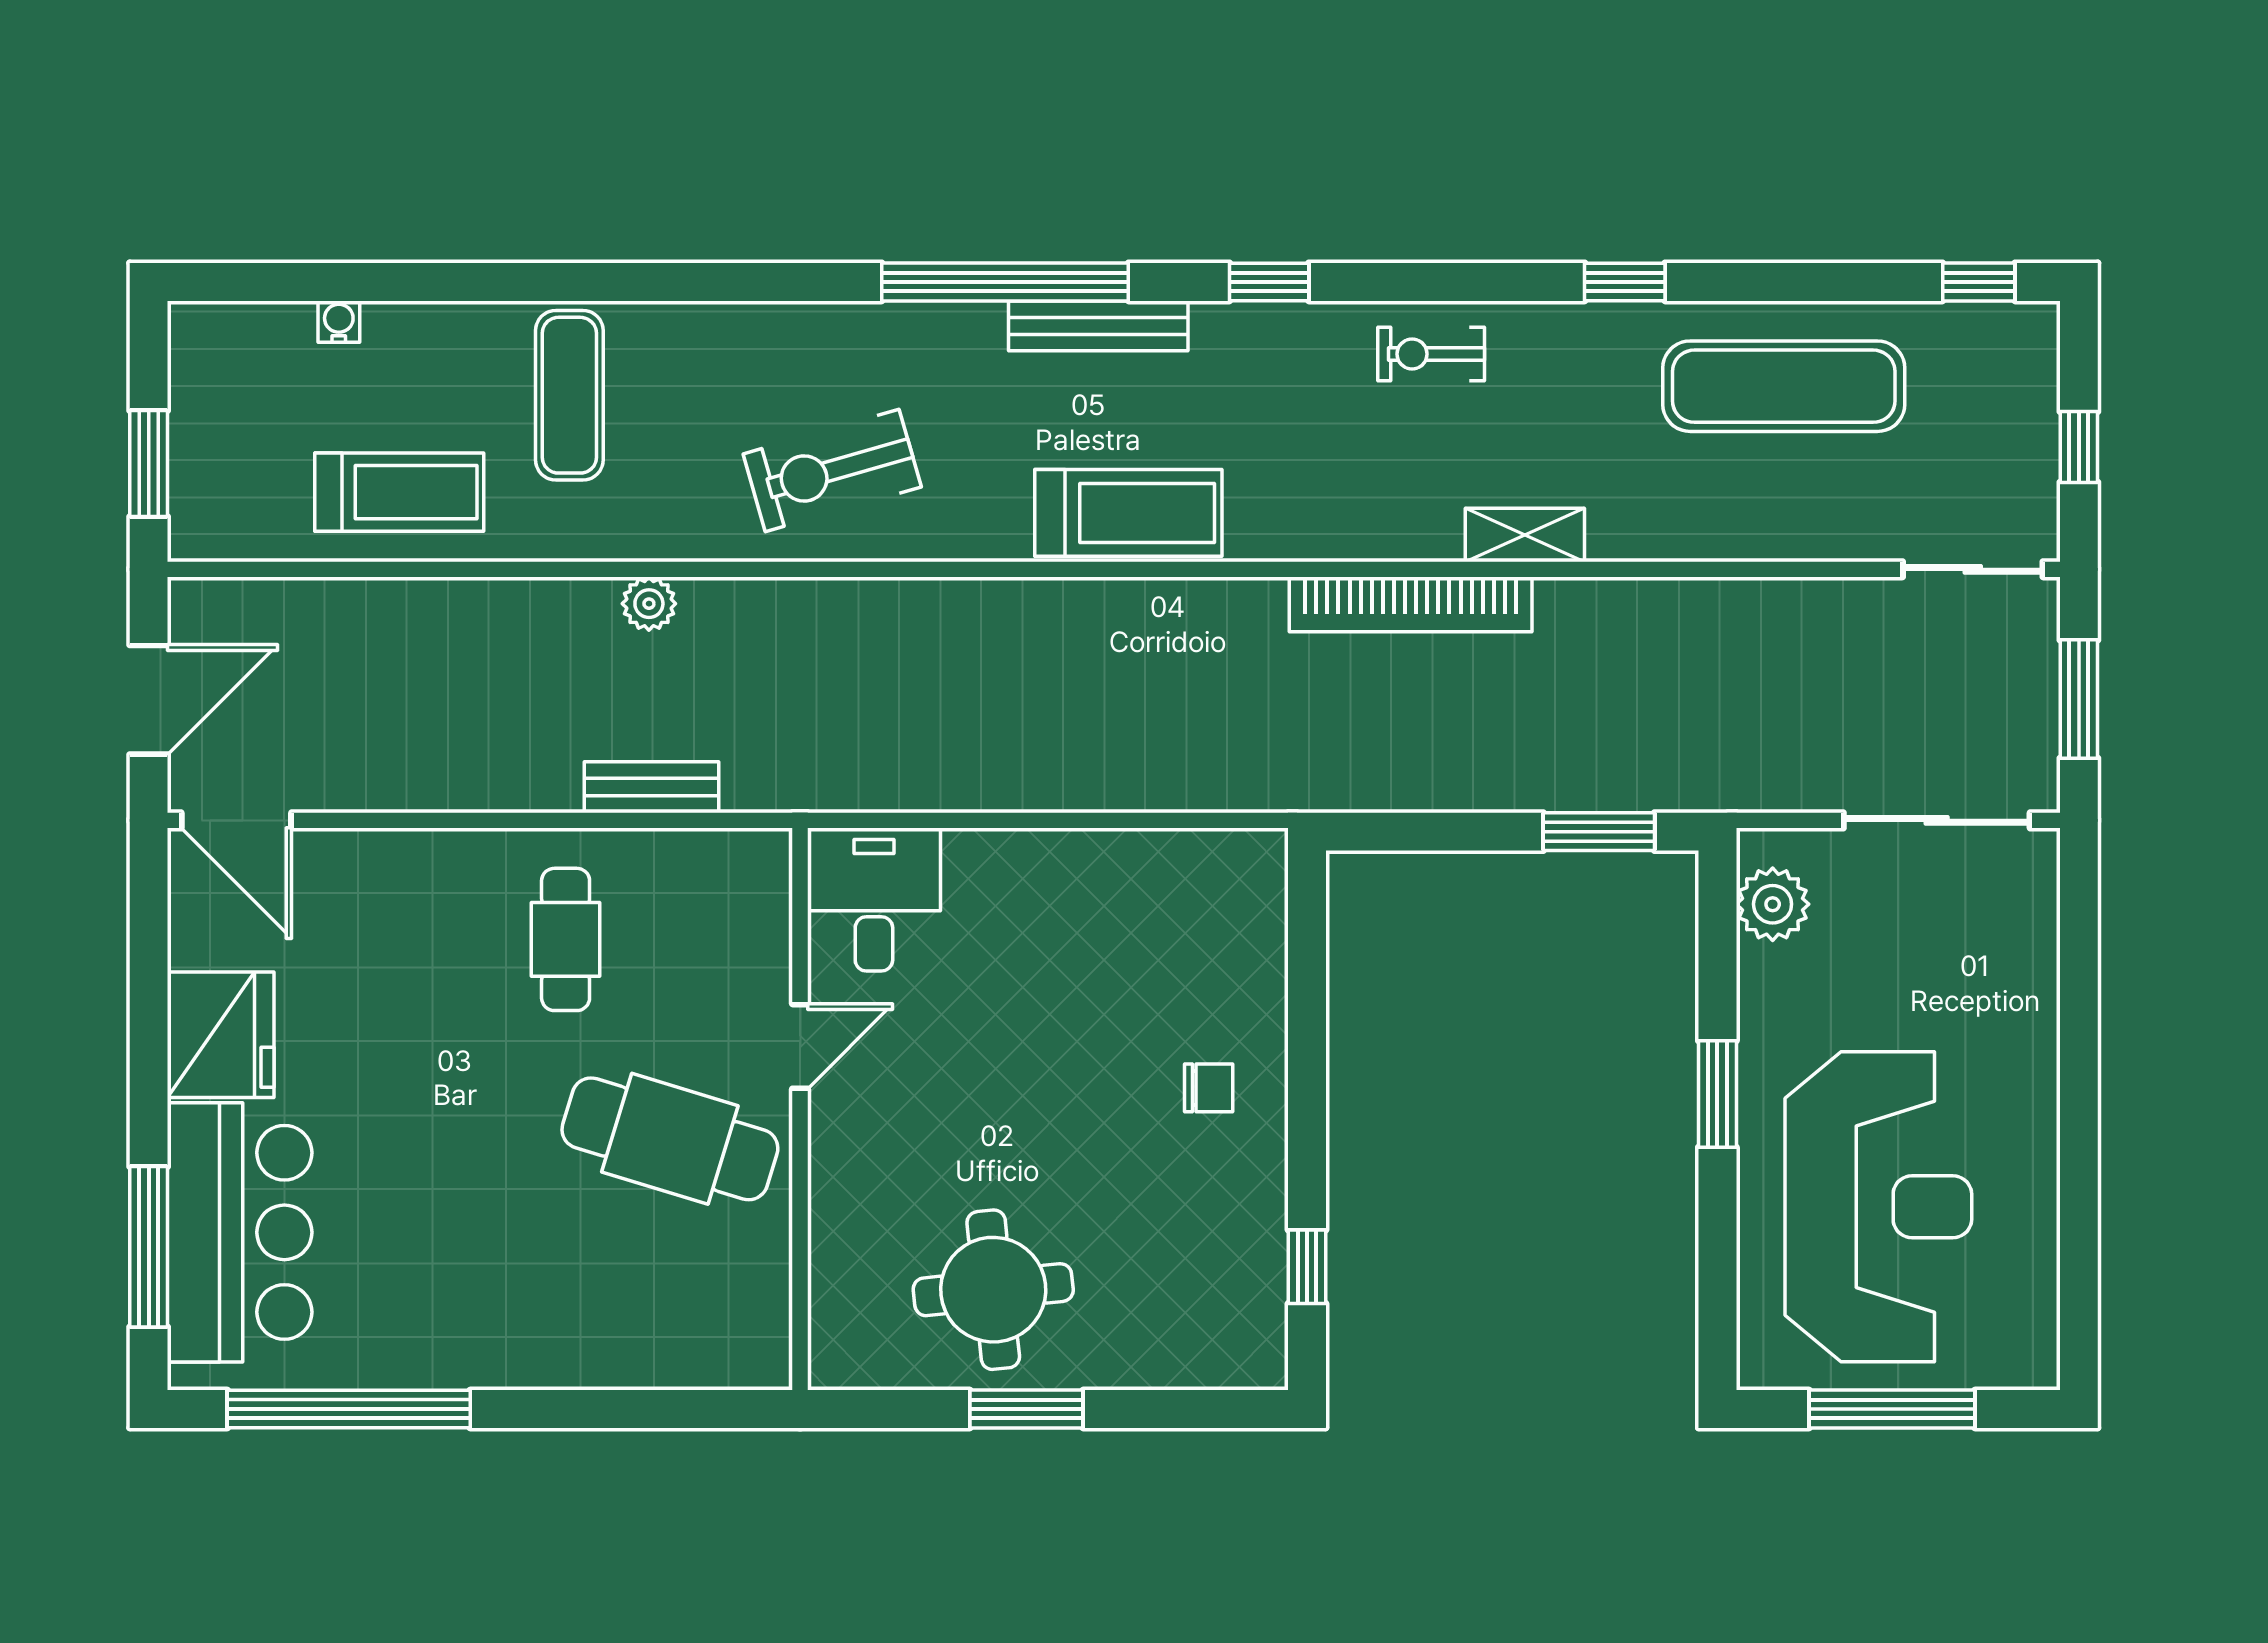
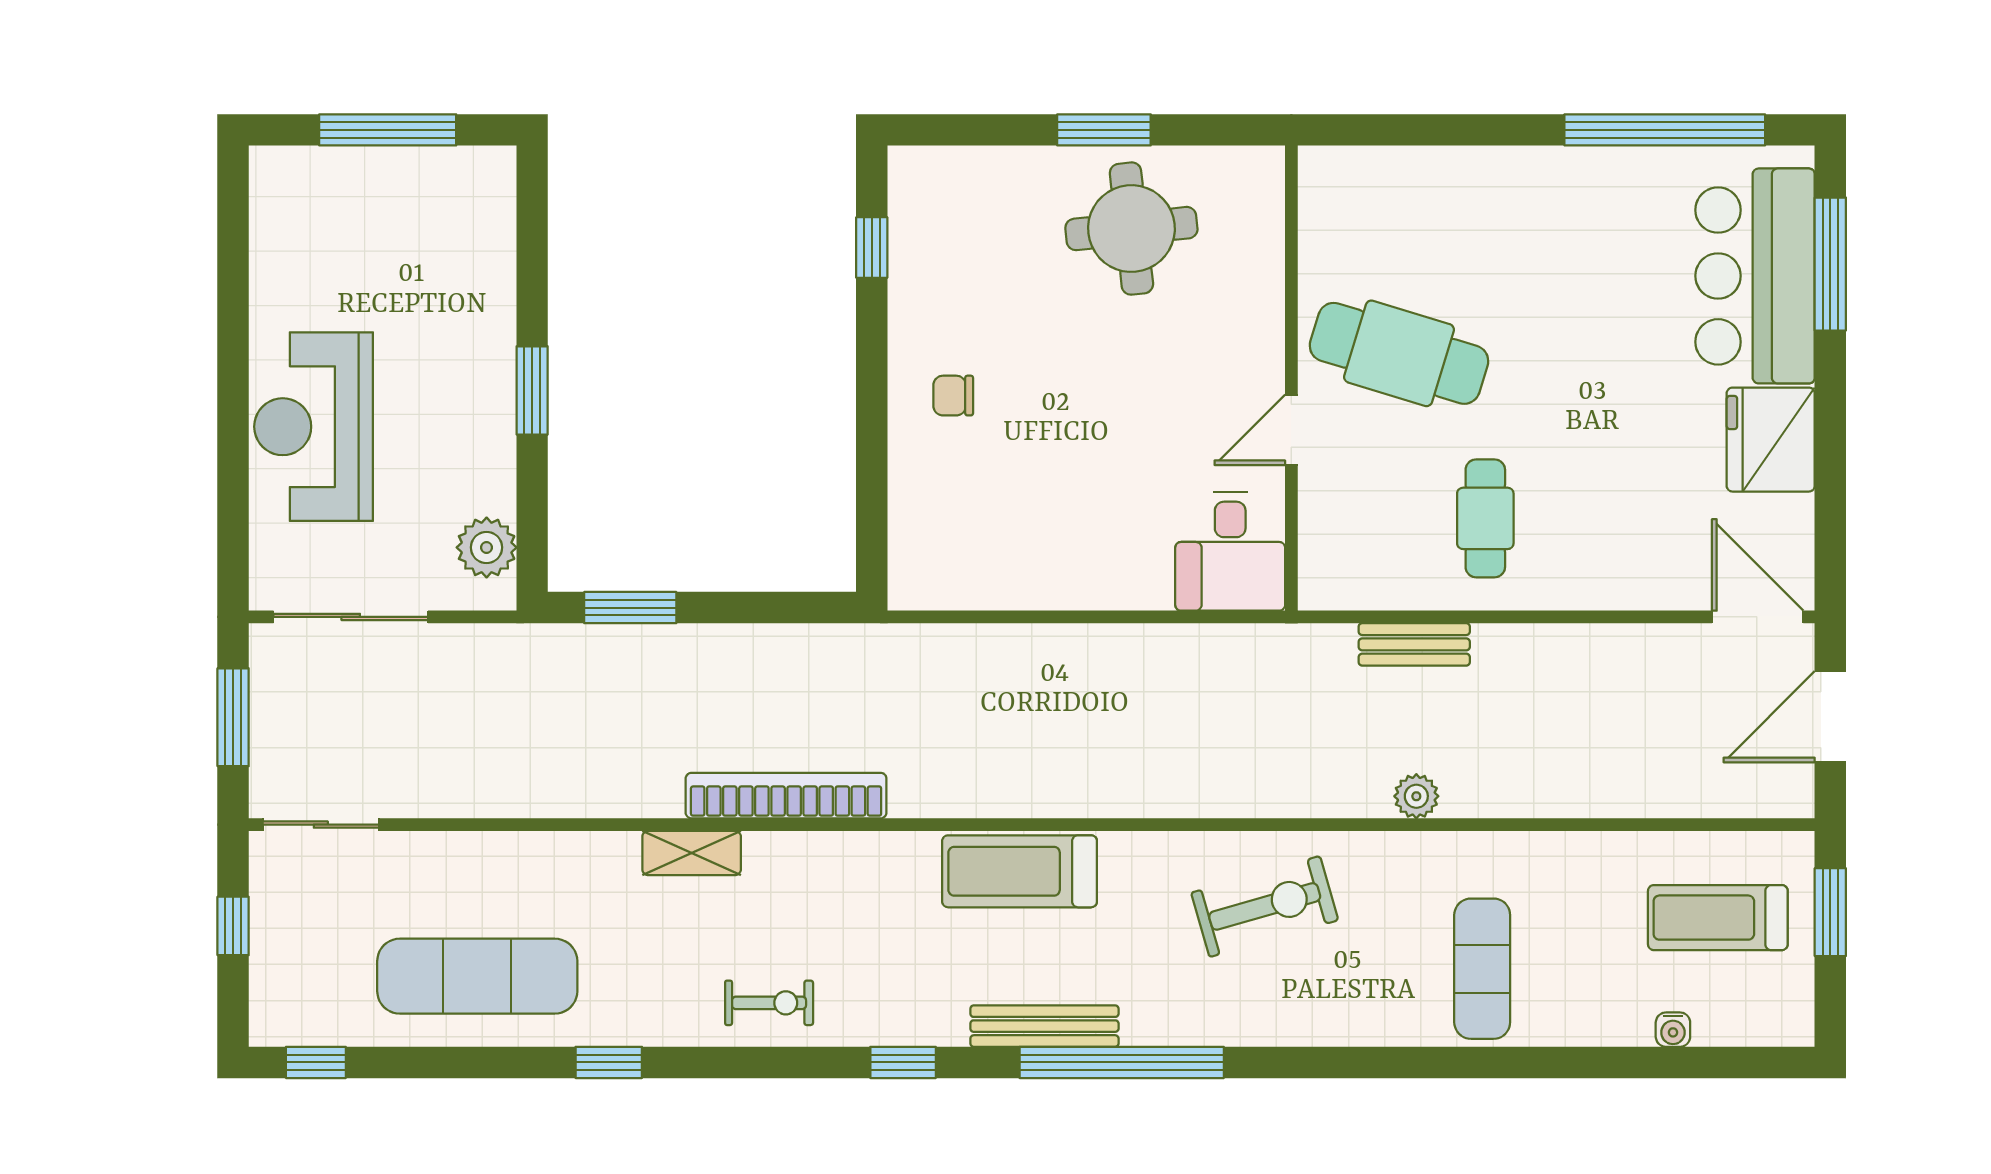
treadmill: (399, 492) -> (1718, 918), moved
reception desk: (1878, 1207) -> (314, 427), moved, width x0.74, depth x0.77

